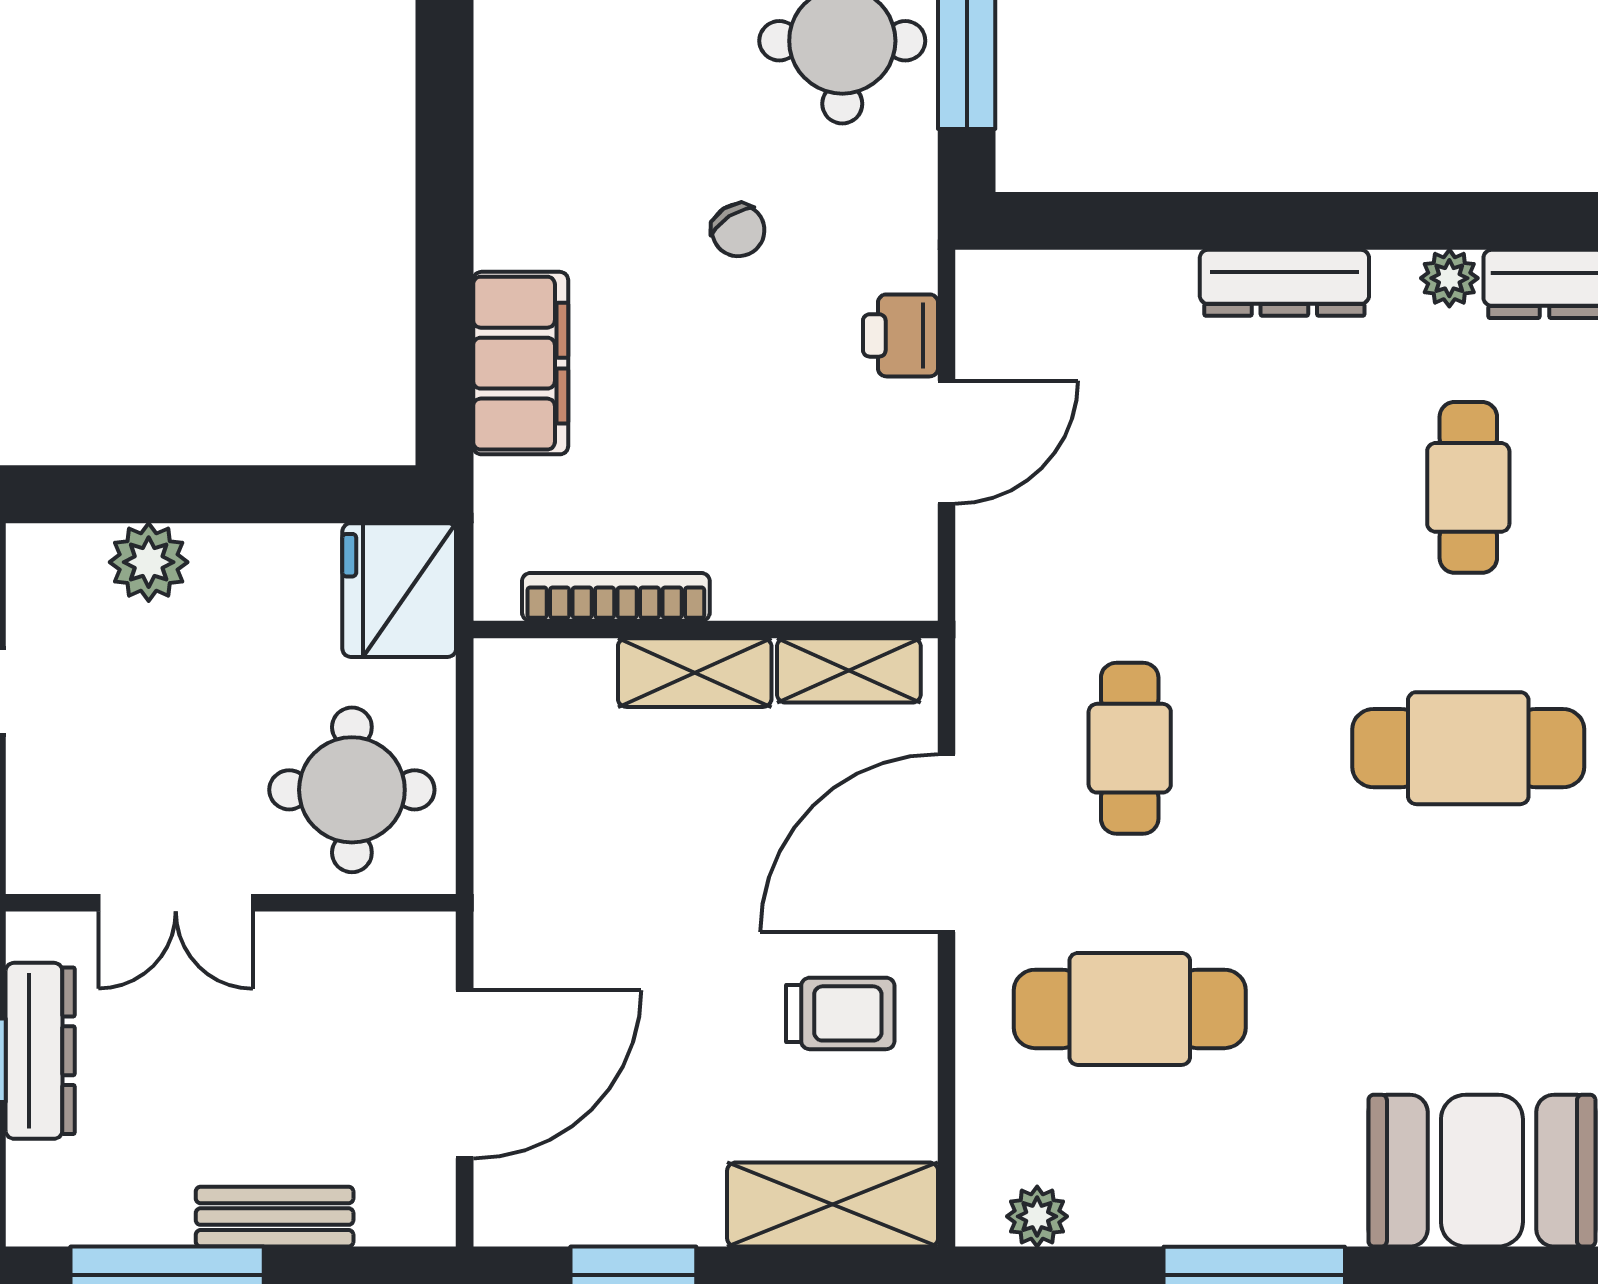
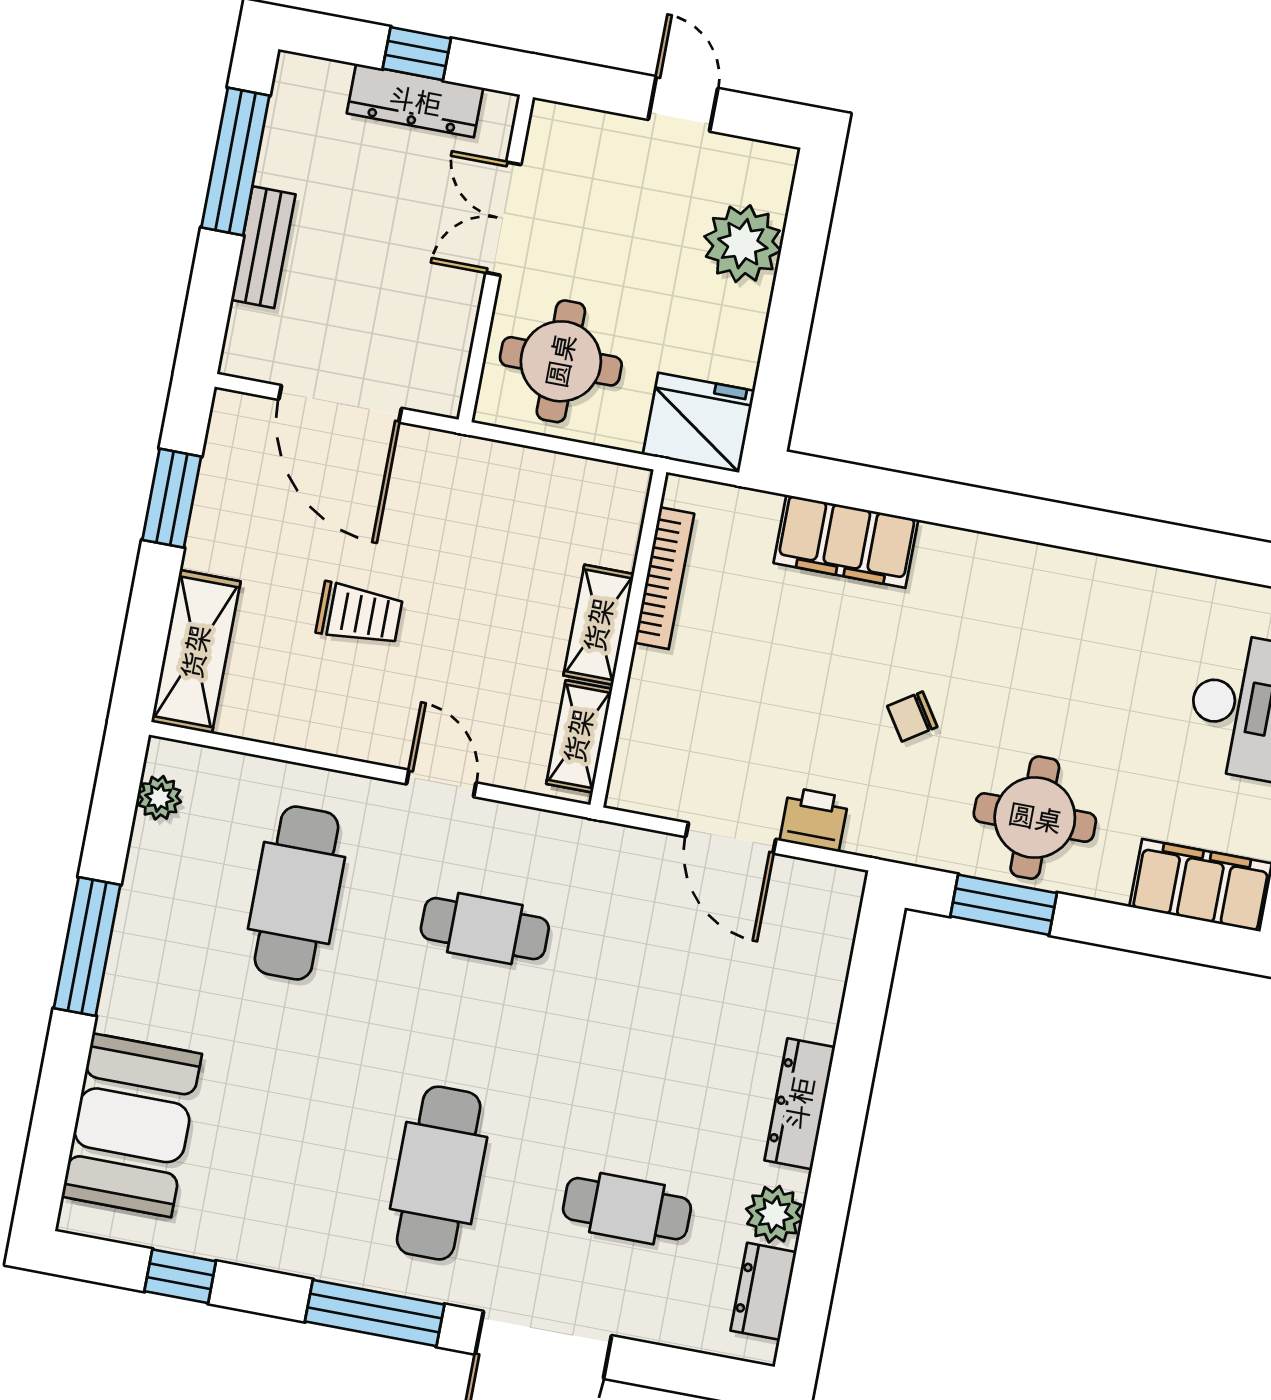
plant: (1449, 278) -> (774, 1214), width x1.38, depth x1.38
plant: (149, 562) -> (743, 244), width x1.36, depth x1.36
door: (947, 843) -> (441, 783), width x0.53
trolley: (840, 1013) -> (359, 614), moved, turned -90

